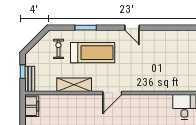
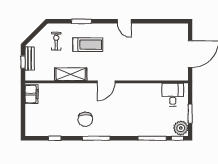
treadmill: (93, 53) -> (88, 45), width x0.73, depth x0.73
bench: (30, 79) -> (30, 58), moved

